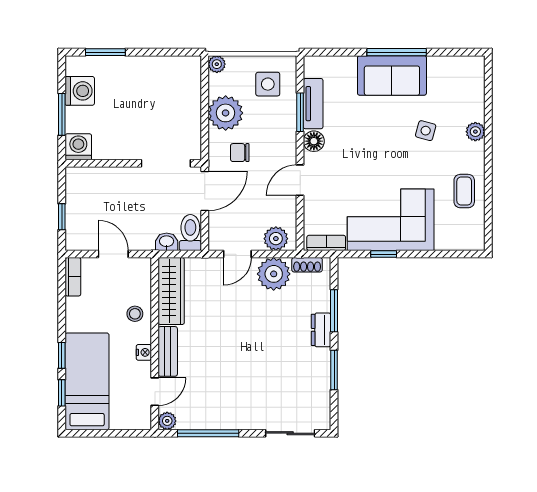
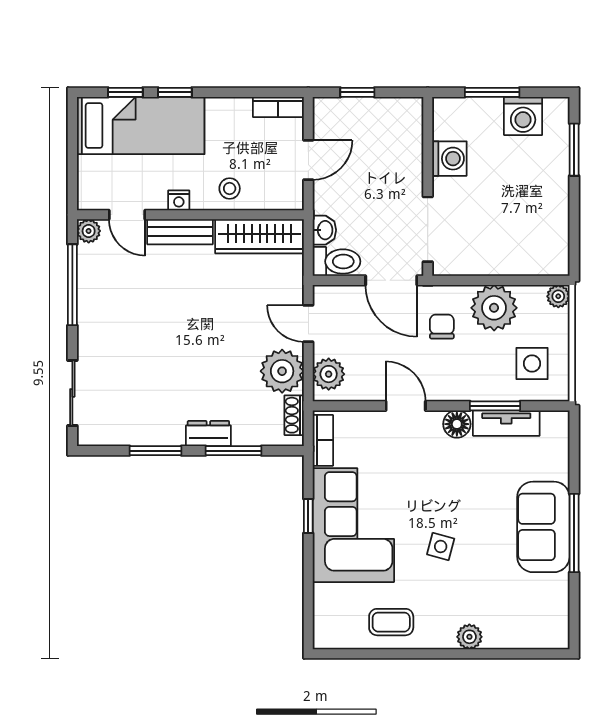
side table: (426, 131) -> (441, 546), moved
washing machine: (78, 147) -> (449, 159), moved

